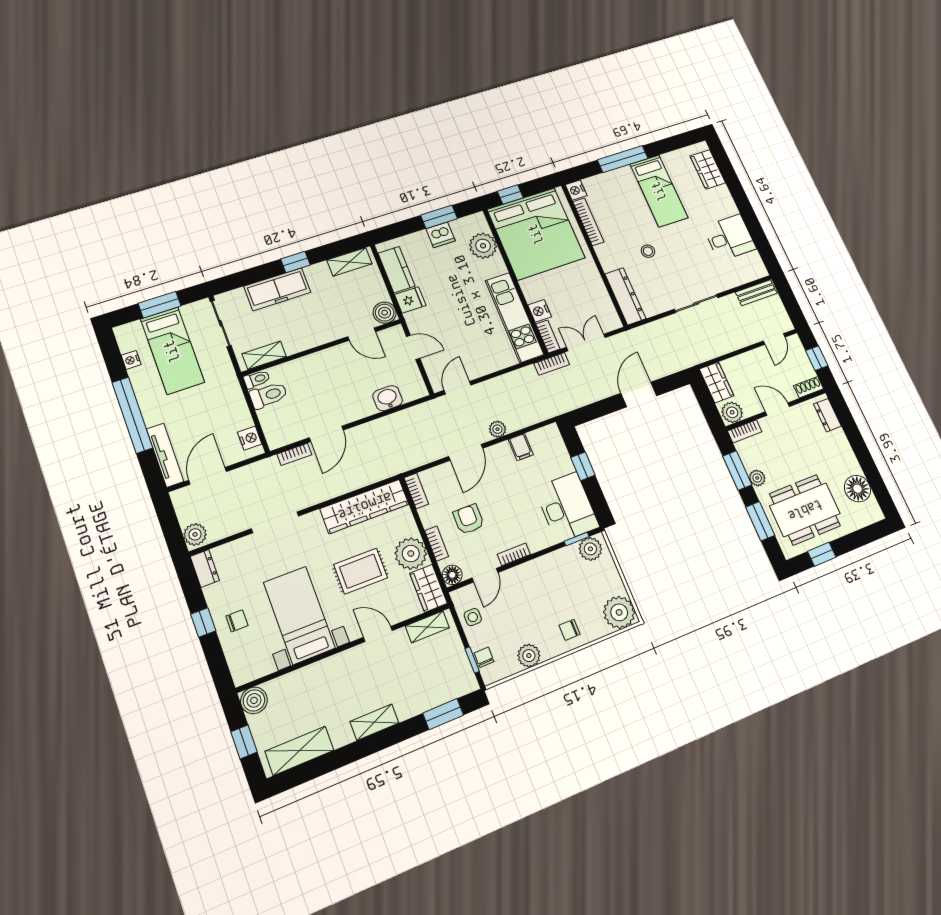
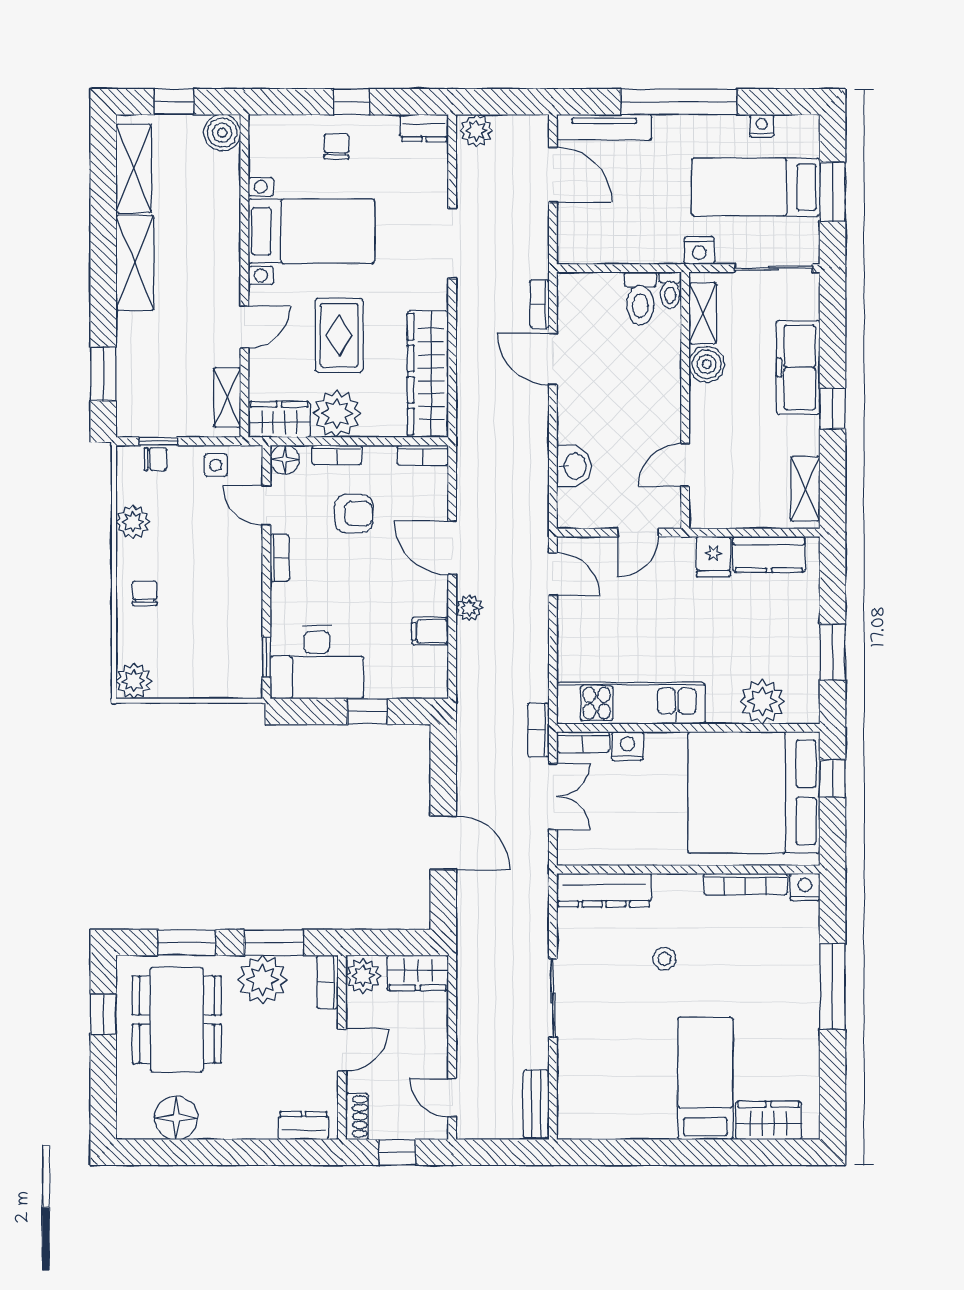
bed: (659, 191) -> (705, 1078), moved, turned 90
dishwasher: (441, 235) -> (802, 643), removed
desk: (730, 238) -> (641, 1103), removed
boiler: (385, 313) -> (707, 364), moved
nightstand: (250, 438) -> (699, 250), moved
plant: (757, 478) -> (262, 980), width x1.87, depth x1.87
plant: (590, 549) -> (245, 671), removed
plant: (619, 612) -> (134, 681), width x0.73, depth x0.73
chair: (237, 621) -> (336, 146), turned 180
shelving: (374, 722) -> (135, 263), width x1.50, depth x1.33

